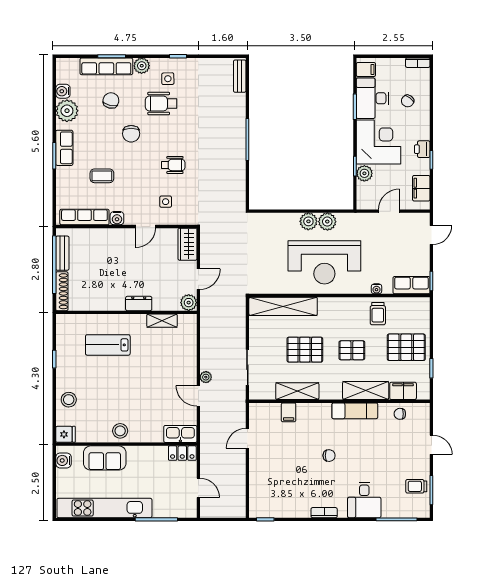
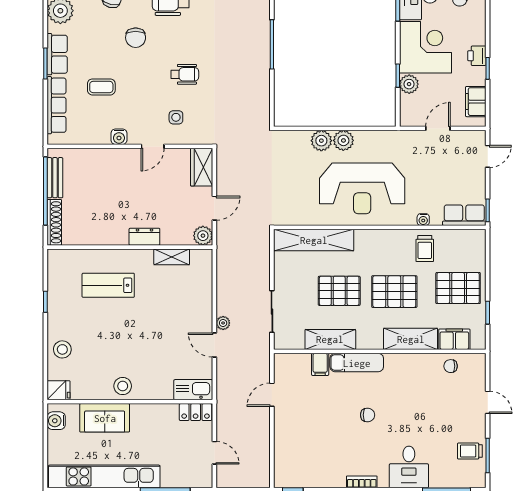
row of seats: (84, 217) -> (57, 105), moved, turned 90
plant: (327, 222) -> (321, 141), moved
pallet: (352, 350) -> (394, 292), width x1.50, depth x1.42
exam couch: (355, 411) -> (357, 363), moved

